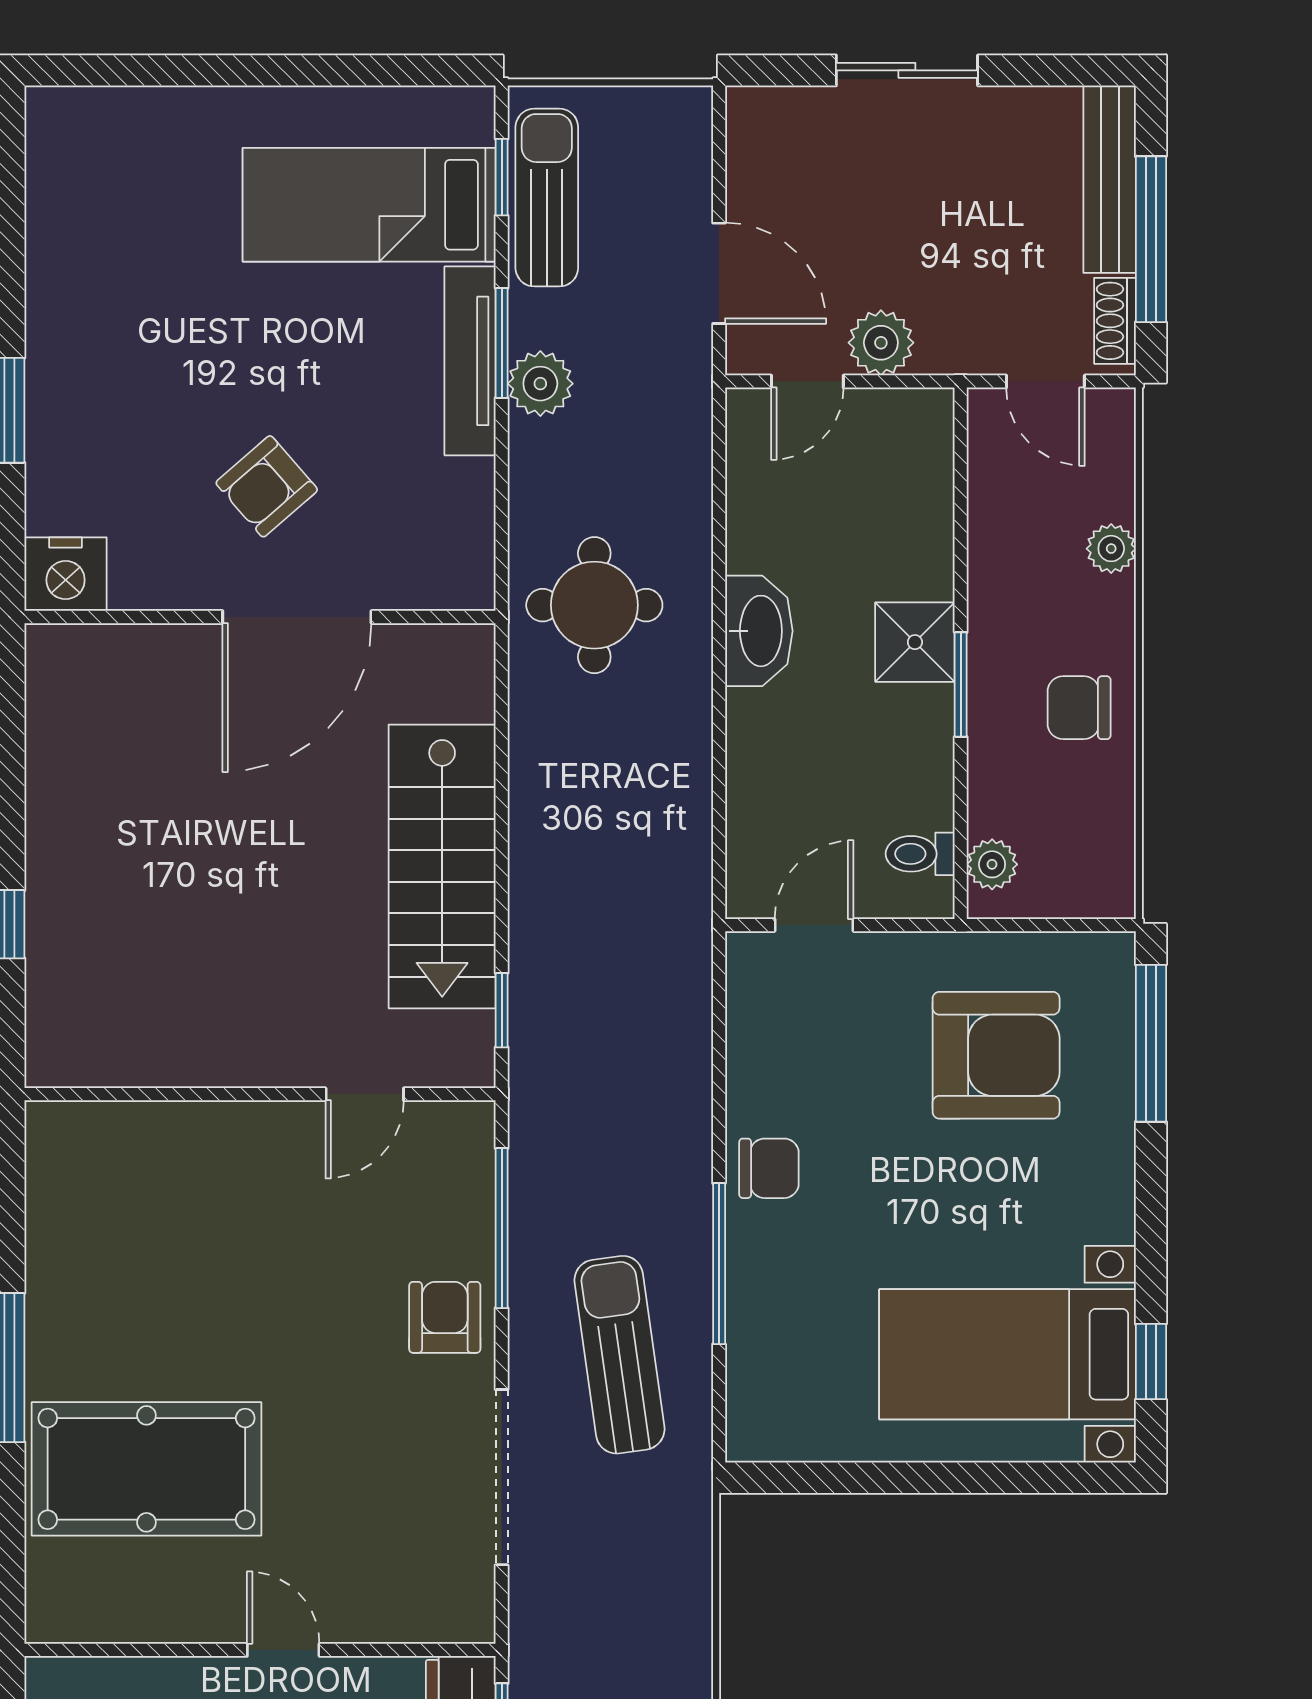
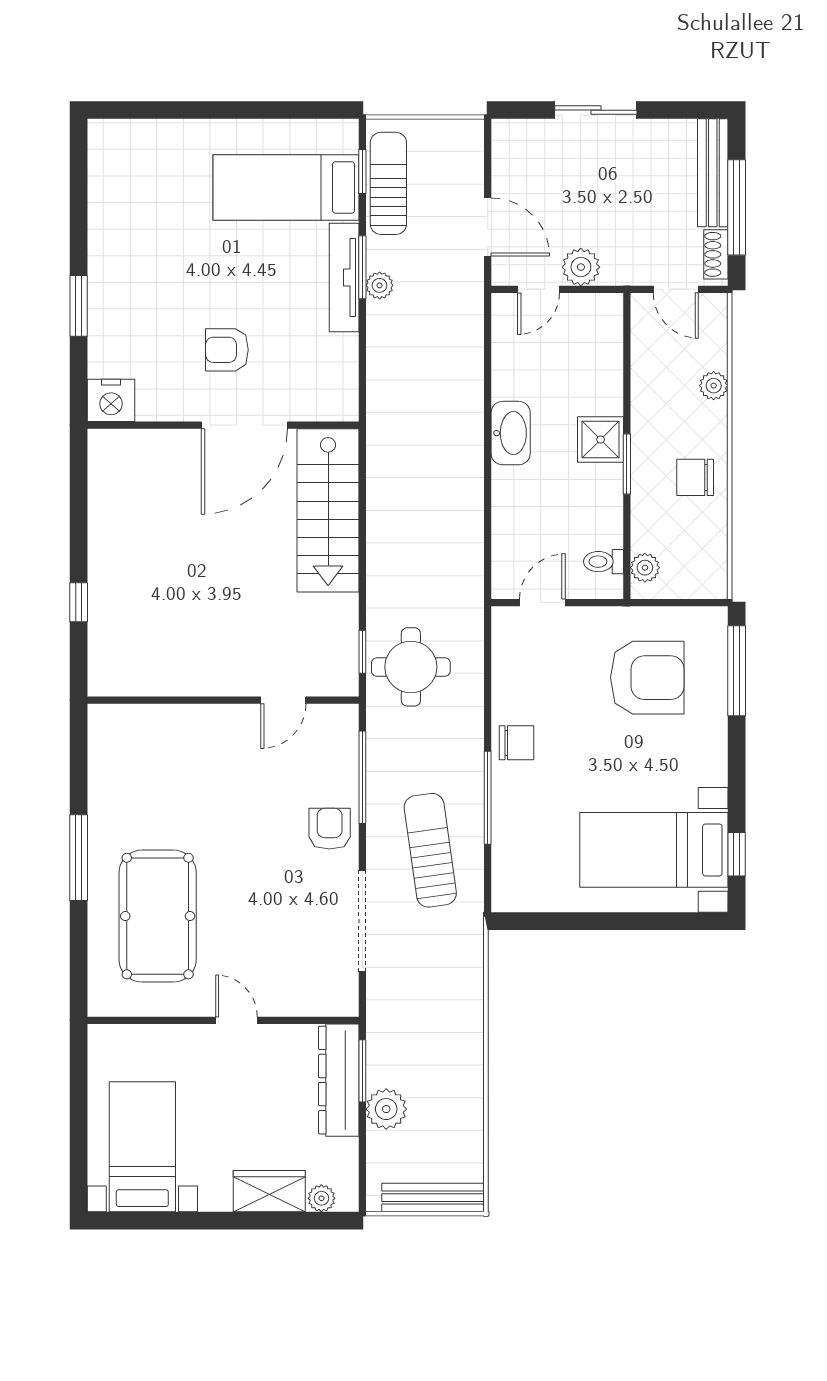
plant: (540, 384) -> (380, 285), width x0.73, depth x0.73
armchair: (267, 486) -> (227, 350), turned 41
round table: (594, 605) -> (411, 667), moved
stairs: (442, 866) -> (328, 510), moved
pool table: (146, 1469) -> (158, 916), turned 90

